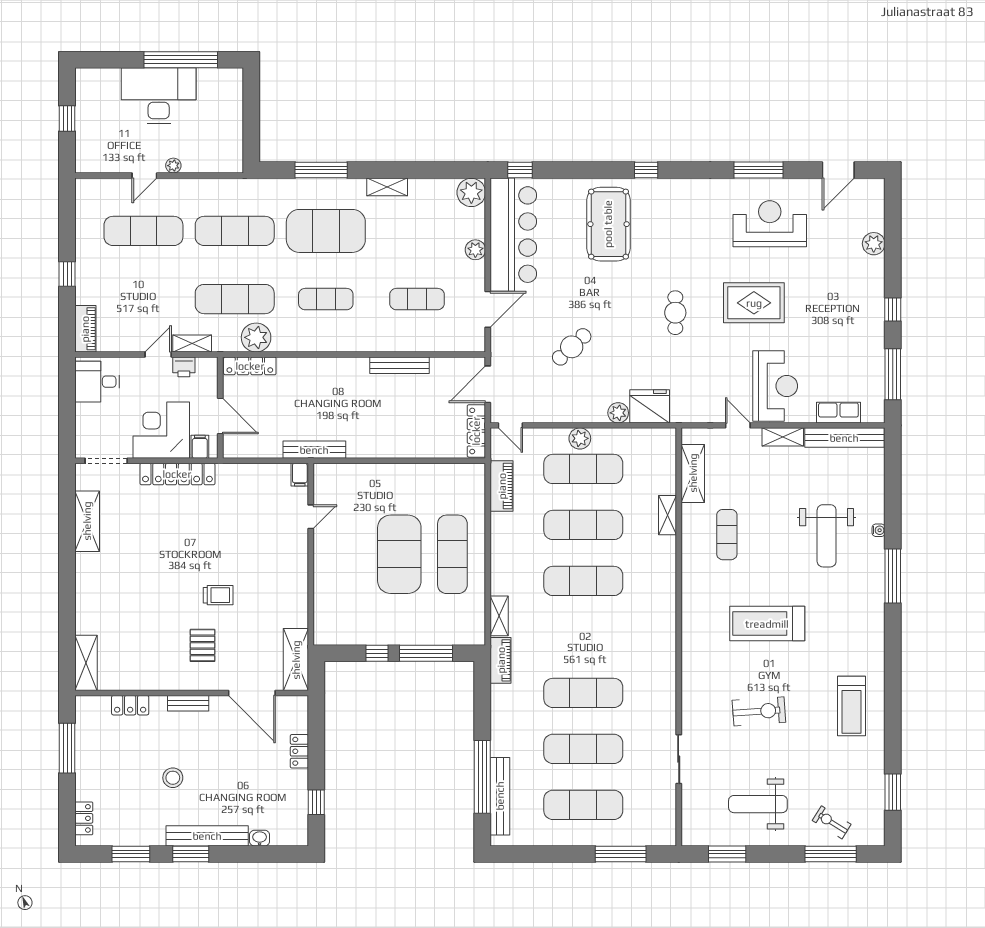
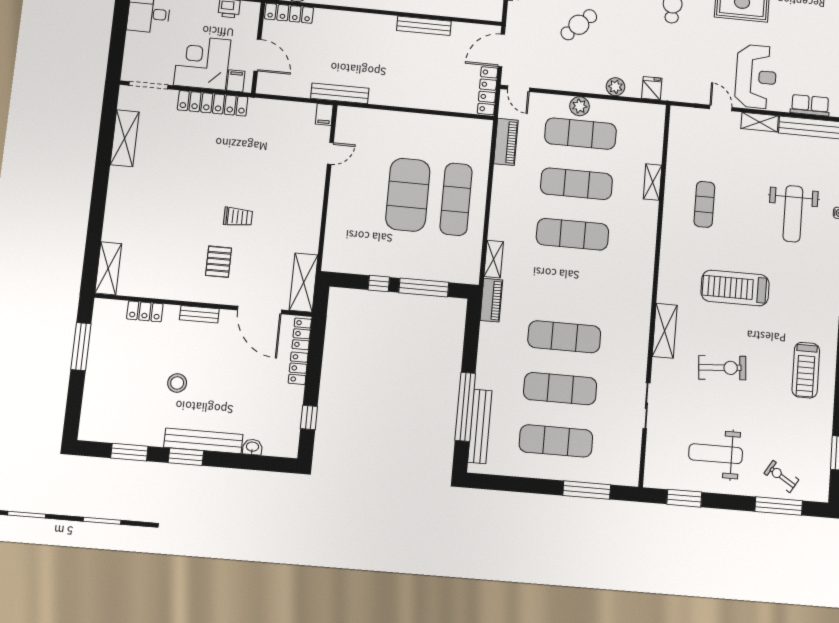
fridge: (650, 406) -> (652, 88), width x0.53, depth x0.75
shelving: (693, 473) -> (665, 331), moved
locker: (84, 818) -> (302, 334), moved, turned 180

